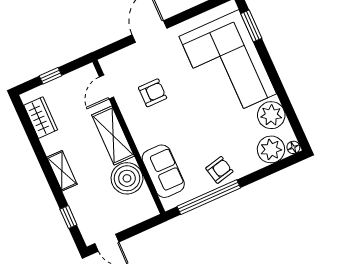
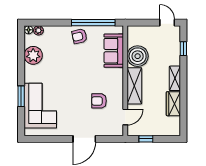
window: (251, 26) -> (21, 96), moved
corner sofa: (228, 65) -> (40, 106), width x0.73, depth x0.74
window: (50, 76) -> (146, 139), moved
wardrobe: (41, 118) -> (173, 104), moved
plant: (271, 149) -> (38, 30), width x0.53, depth x0.53

